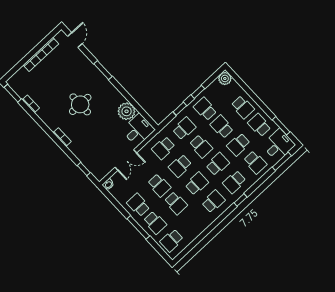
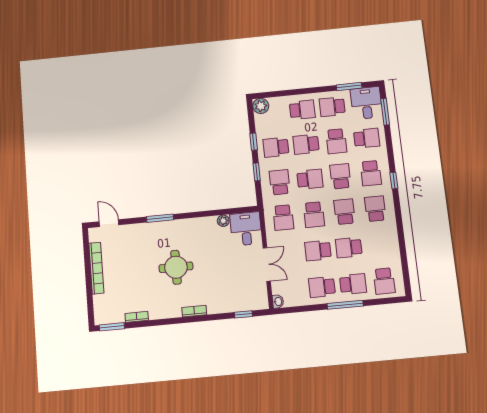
plant: (127, 111) -> (223, 221), width x0.53, depth x0.53
school desk: (159, 185) -> (318, 251), turned 180
school desk: (176, 203) -> (349, 248), turned 180

